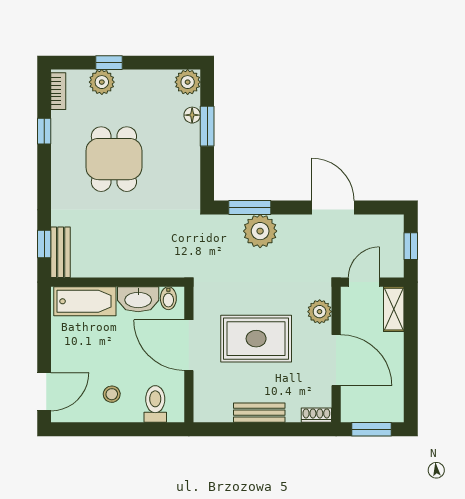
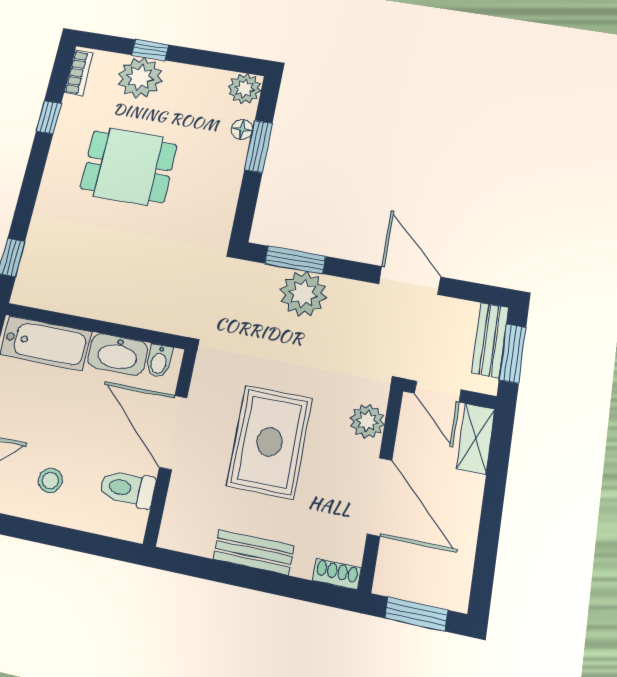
plant: (102, 82) -> (140, 78), width x1.36, depth x1.36
dining table: (114, 159) -> (129, 167), turned 90
window: (411, 246) -> (513, 354), width x1.50
bench: (61, 252) -> (490, 340), moved
door: (364, 282) -> (438, 392), swing flipped
rug: (256, 339) -> (270, 442), turned 90
toilet: (155, 404) -> (127, 489), moved, turned -90

